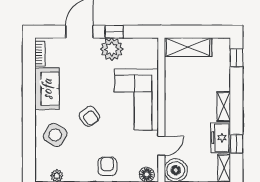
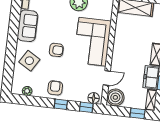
armchair: (89, 116) -> (56, 50), turned -53
armchair: (107, 166) -> (55, 88), moved

